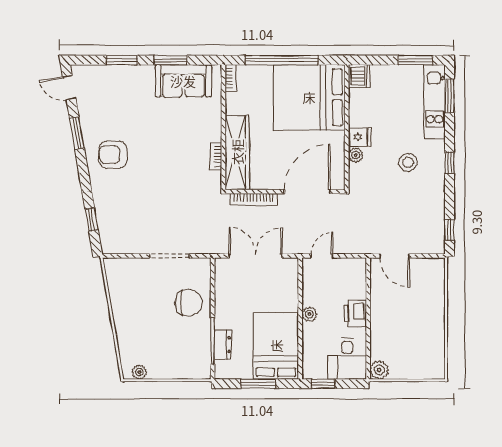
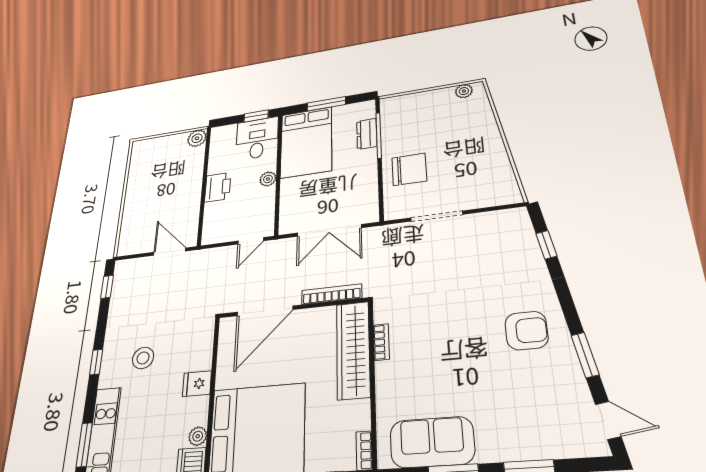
plant: (356, 155) -> (198, 436), moved
chair: (189, 303) -> (409, 169), turned 180
desk: (347, 359) -> (257, 139), moved

